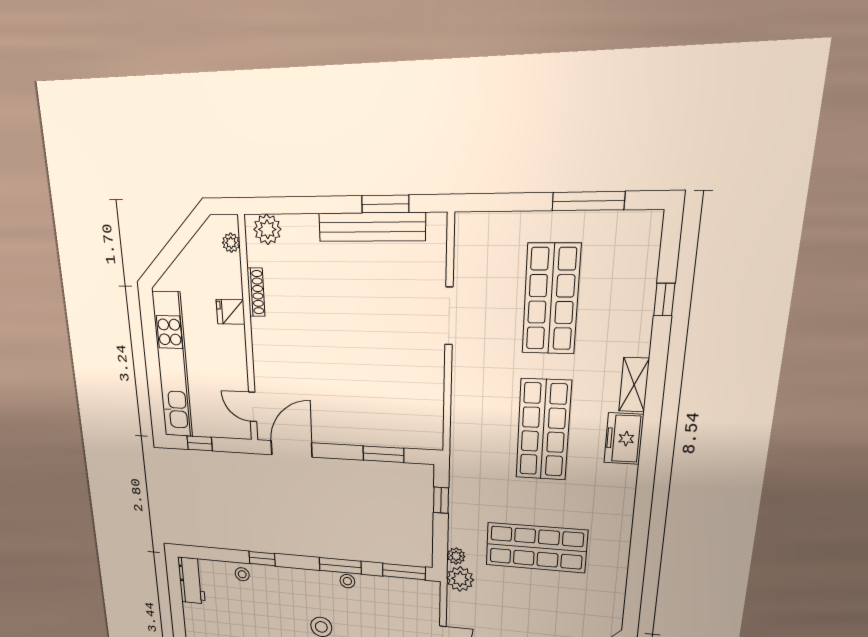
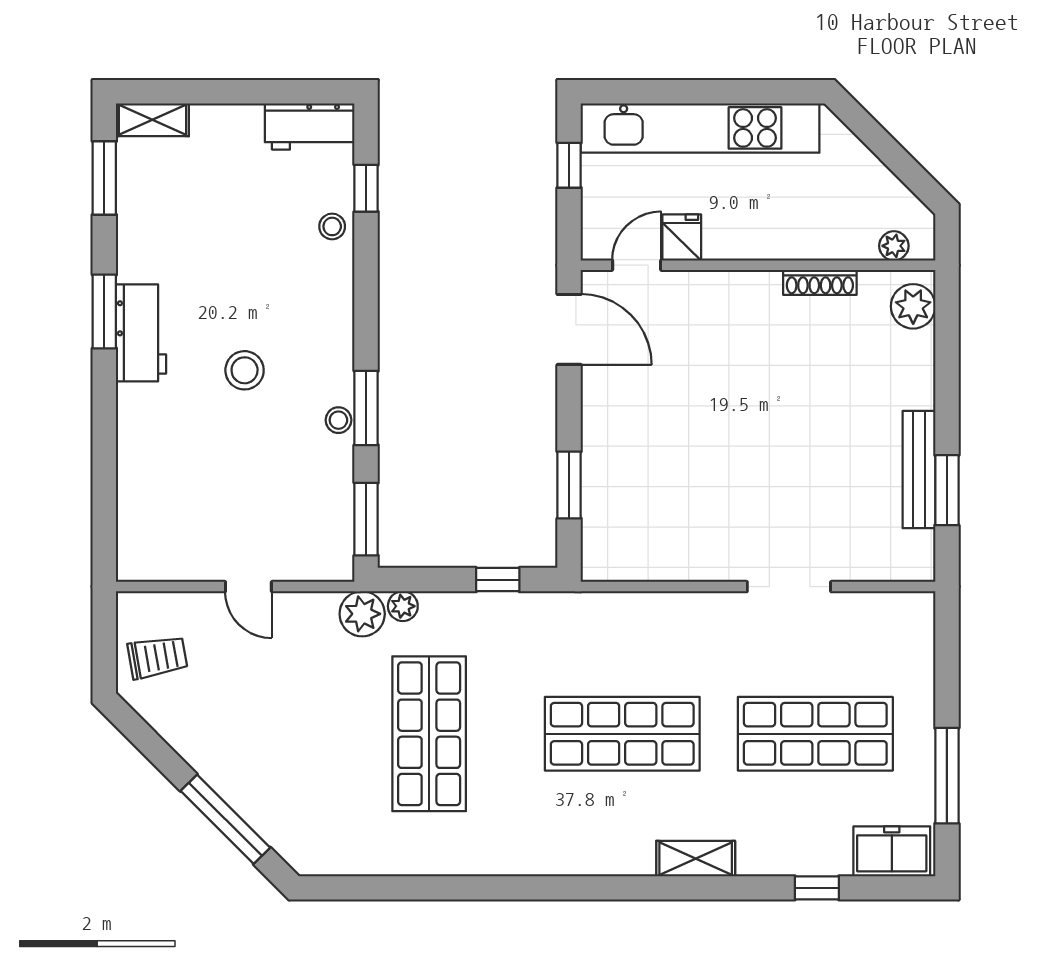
bench: (372, 227) -> (919, 470), width x0.73, depth x0.82
fridge: (231, 312) -> (682, 237), moved
freezer: (624, 439) -> (892, 851), moved
window: (262, 559) -> (366, 188), moved

